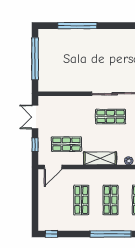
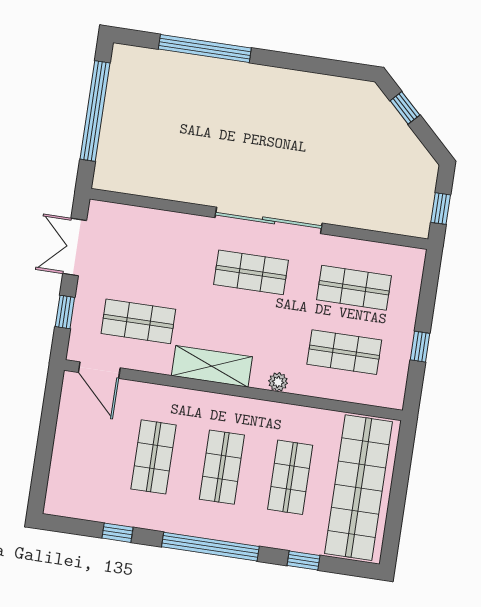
door: (53, 167) -> (99, 370), hinge flipped
window: (51, 234) -> (117, 533), moved

